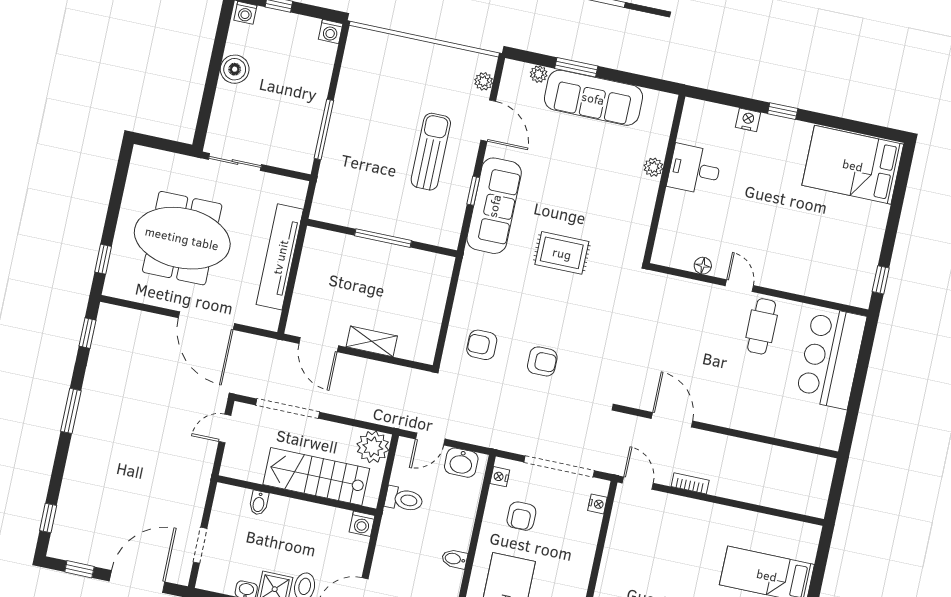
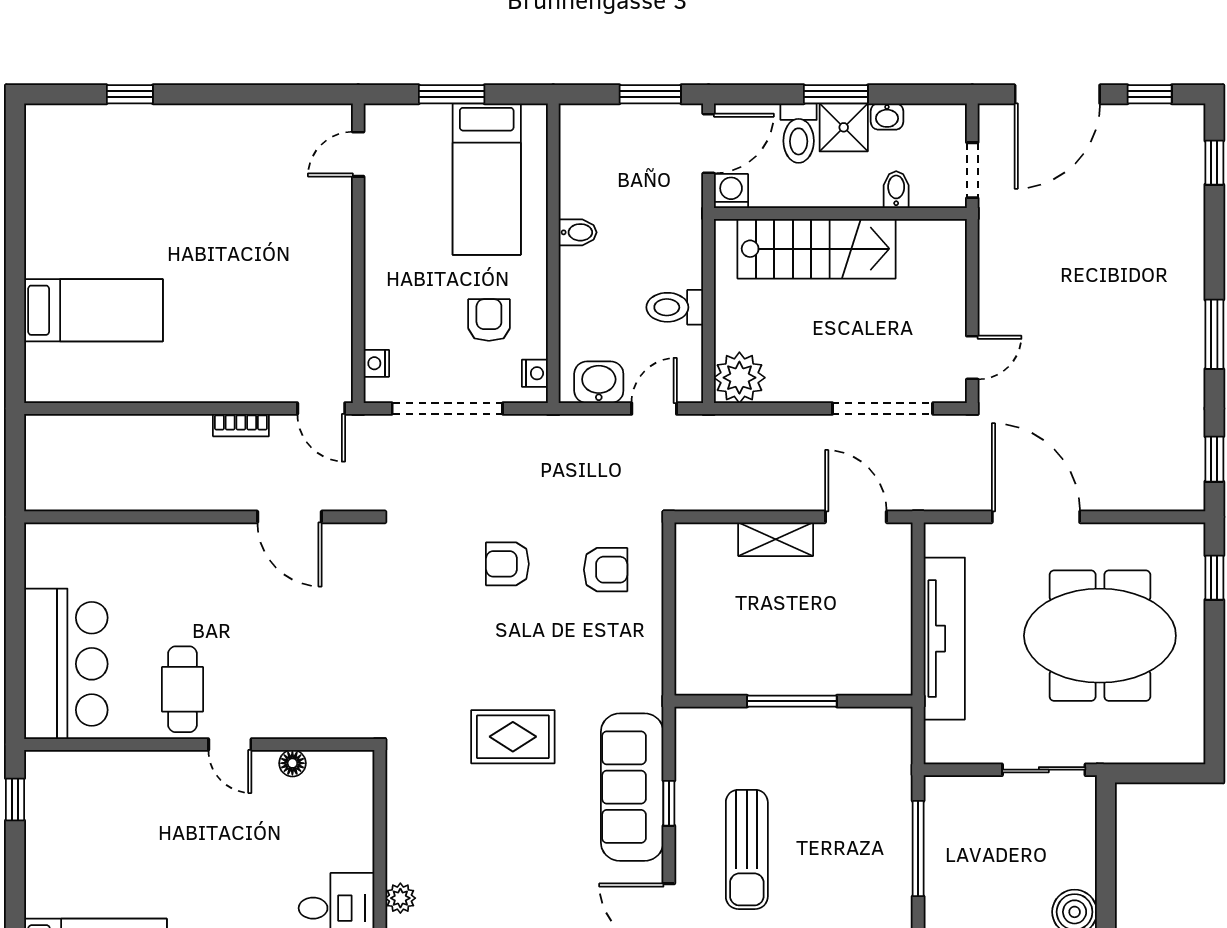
stairs: (316, 477) -> (817, 249), moved
wall: (297, 495) -> (840, 213), moved
bidet: (259, 503) -> (896, 190), moved
washing machine: (362, 524) -> (731, 191), moved

